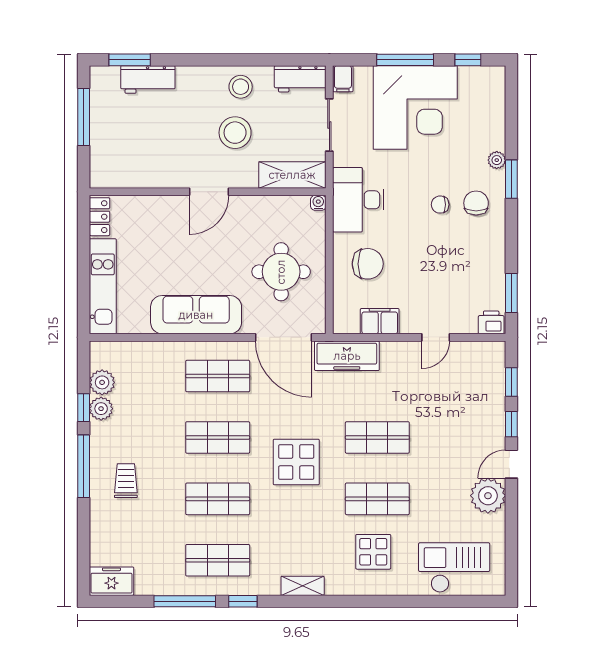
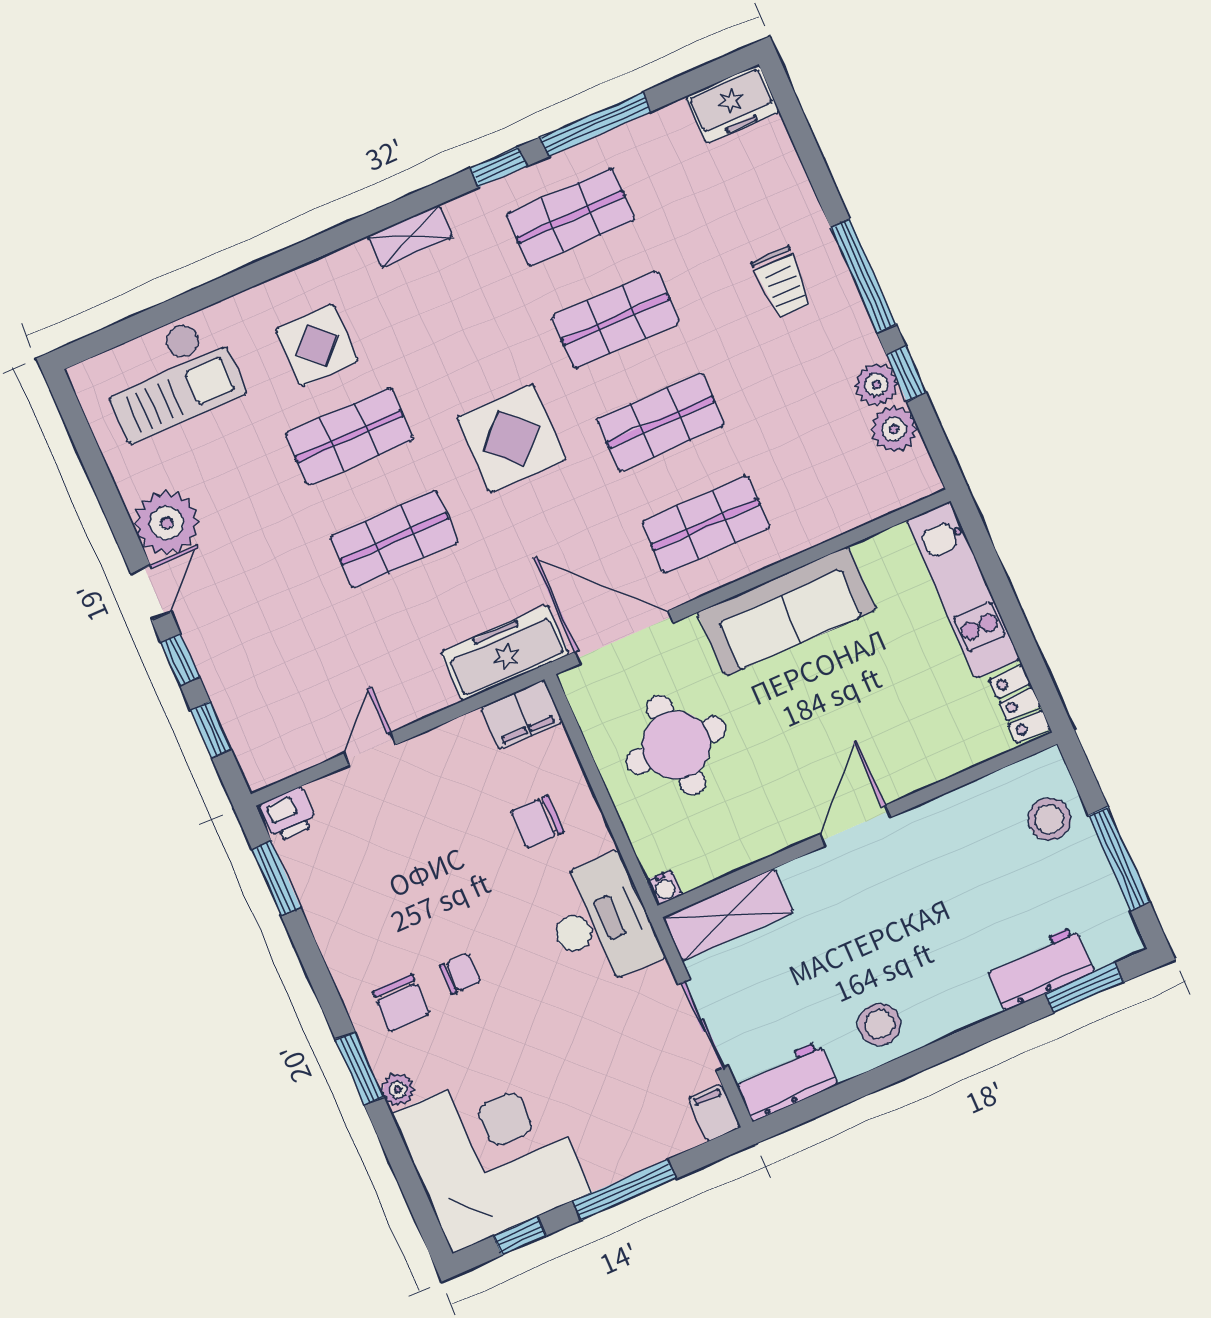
corner desk: (415, 107) -> (492, 1153), moved, turned 90
stool: (235, 133) -> (1049, 819), moved, width x0.73, depth x0.73
chair: (368, 264) -> (537, 822), width x0.73, depth x0.73
filing cabinet: (380, 321) -> (522, 715), moved

